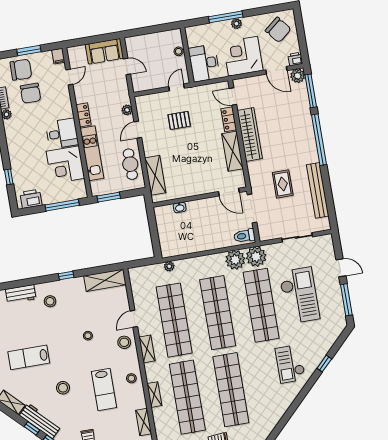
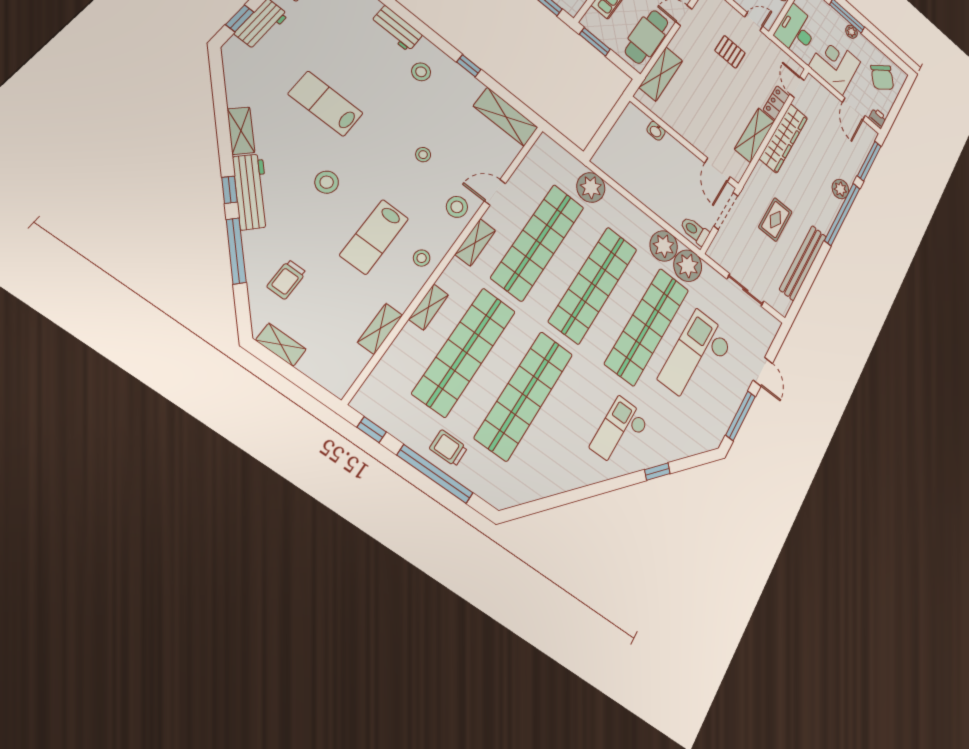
plant: (298, 76) -> (840, 189), moved
cafe table: (130, 164) -> (647, 37), width x1.37, depth x1.35
plant: (169, 266) -> (591, 187), width x1.88, depth x1.88
checkout: (299, 295) -> (696, 358), turned 180

